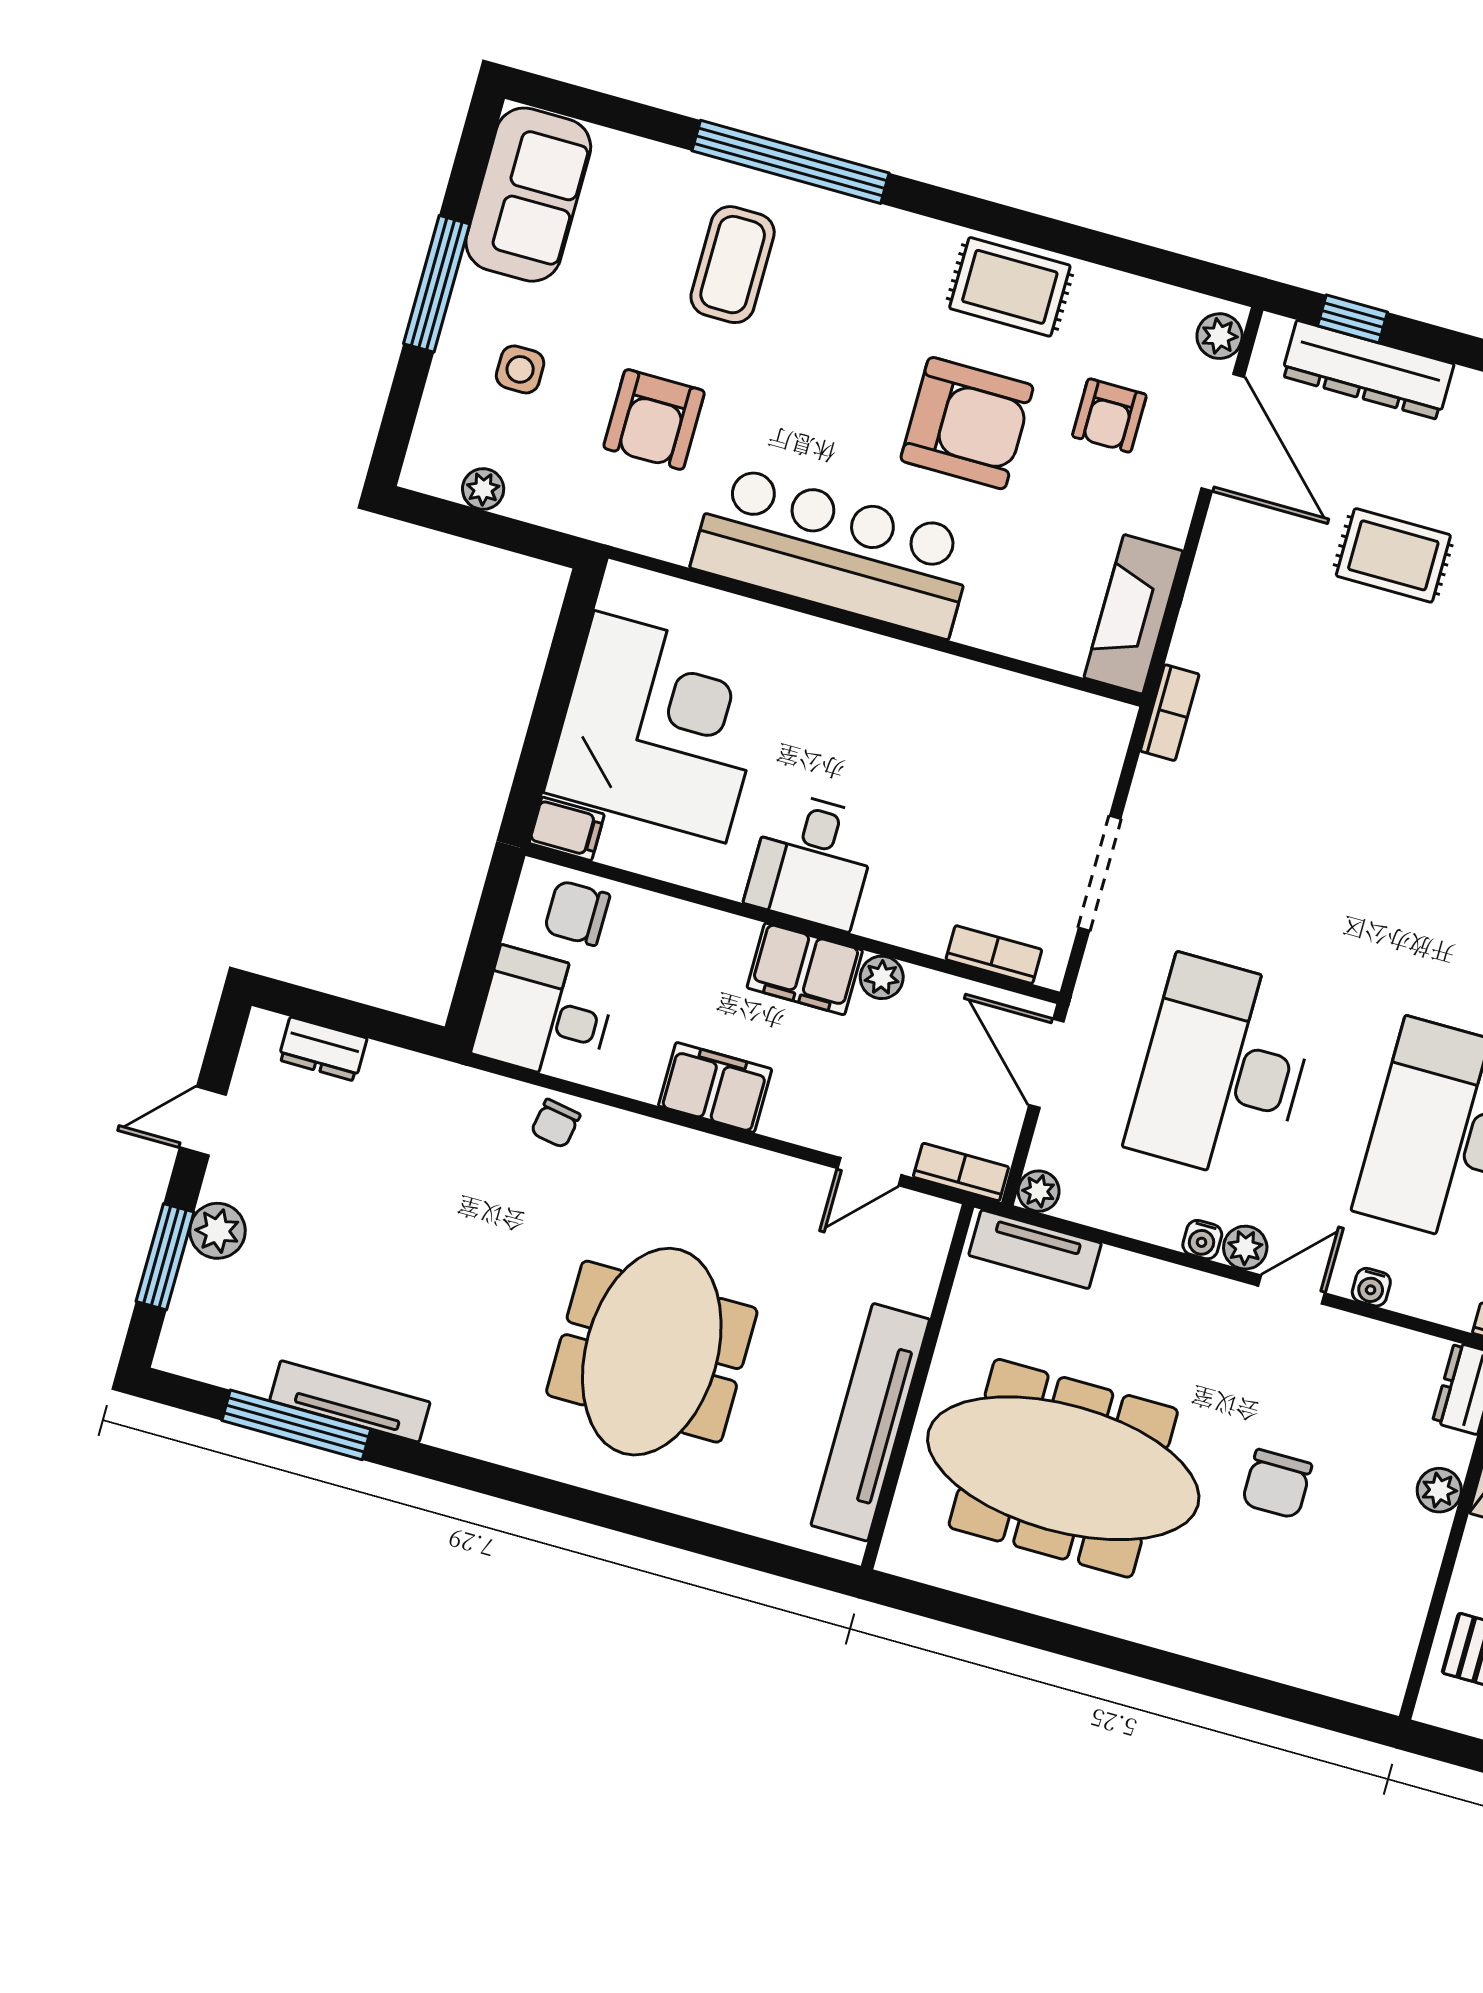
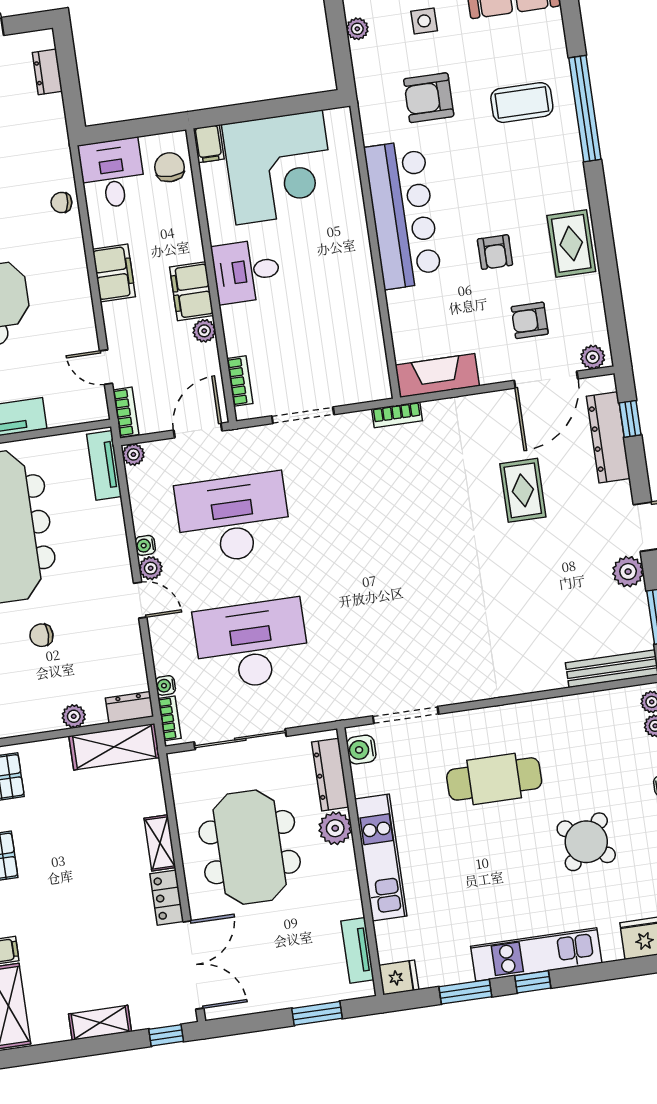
armchair: (967, 423) -> (495, 252), width x0.53, depth x0.53
water cooler: (1371, 1287) -> (165, 685), moved
chair: (1277, 1484) -> (41, 635), width x0.73, depth x0.73

